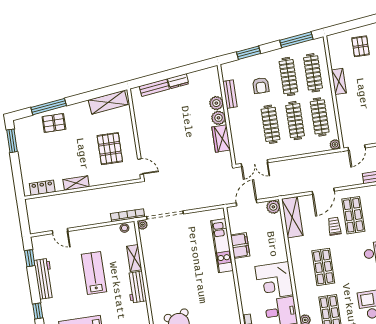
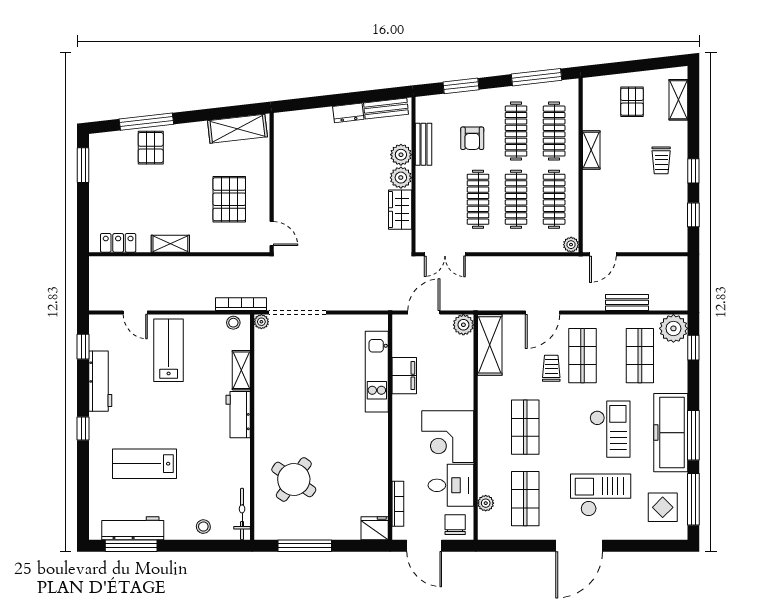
bench: (154, 88) -> (386, 109), moved
pallet: (54, 123) -> (151, 148), turned 90
lab bench: (94, 273) -> (169, 350), moved

